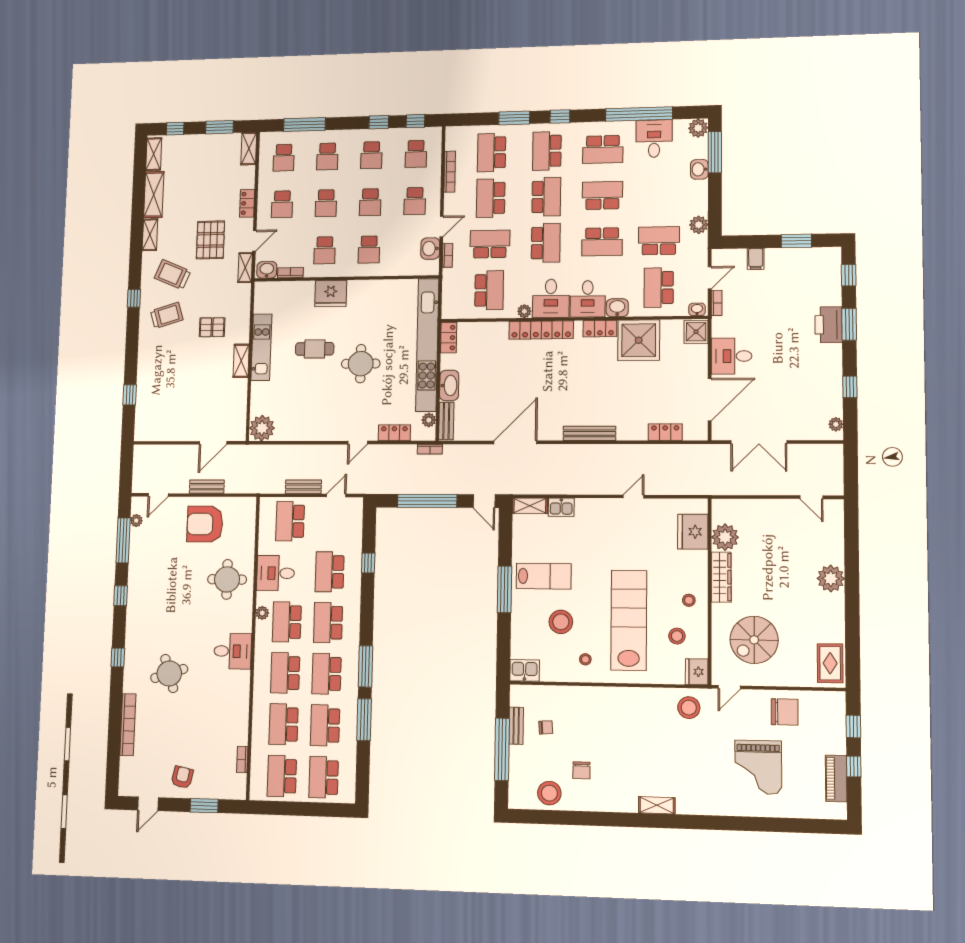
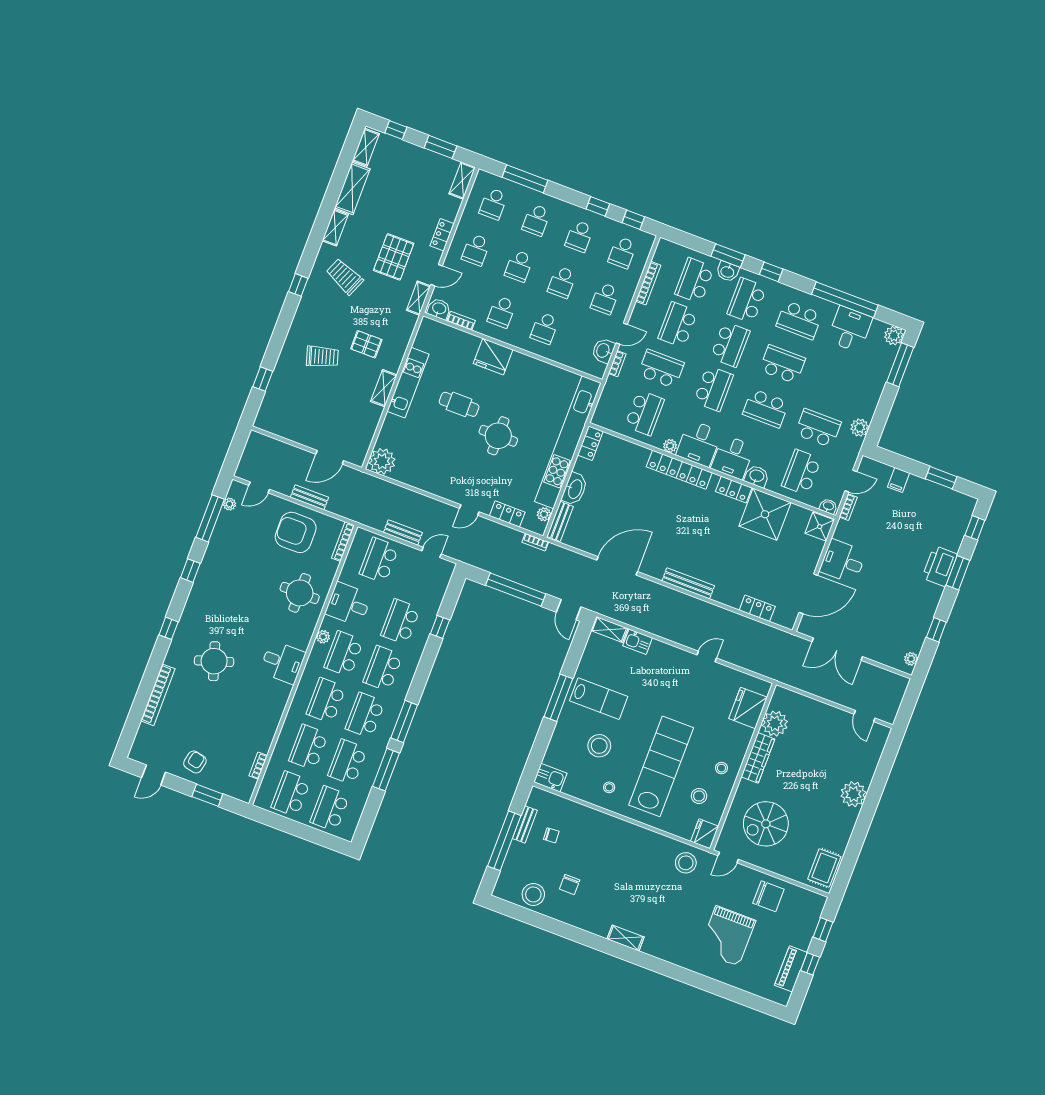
washbasin: (699, 169) -> (727, 272), moved, turned -90
trolley: (167, 315) -> (322, 357), moved
bookcase: (251, 516) -> (343, 542), added

